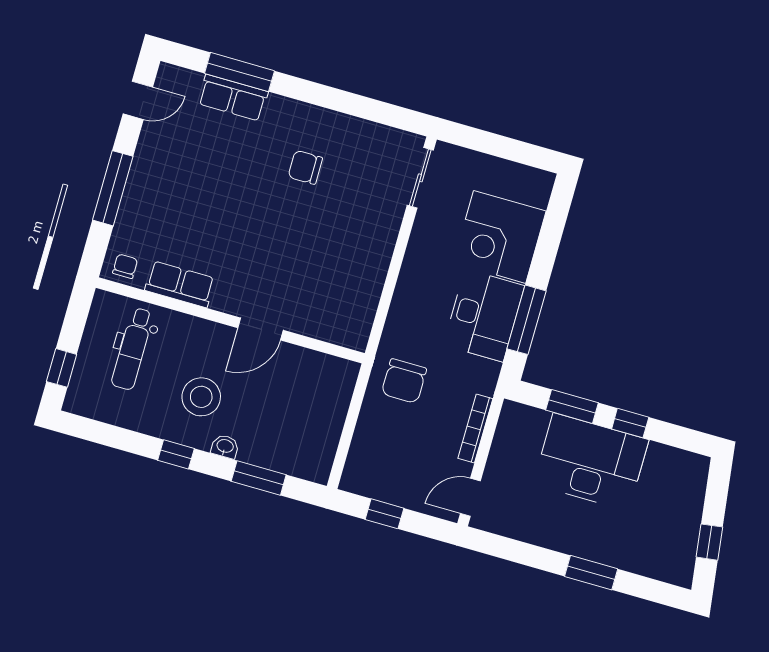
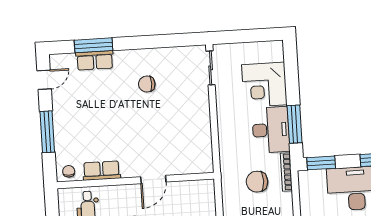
chair: (404, 381) -> (257, 182), moved, turned 90
window: (572, 406) -> (321, 163), moved
bookcase: (475, 428) -> (286, 172), moved

